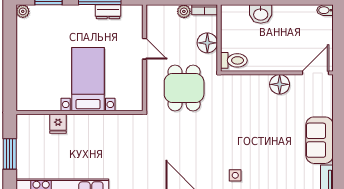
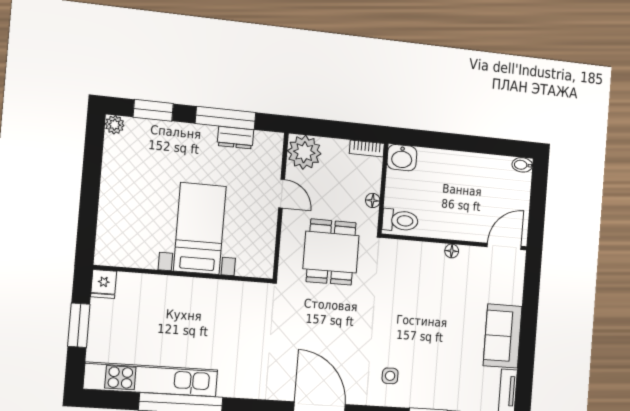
plant: (184, 11) -> (304, 152), moved, width x1.87, depth x1.87
washbasin: (261, 14) -> (402, 158), moved
floor lamp: (207, 43) -> (373, 200), width x0.53, depth x0.53
floor lamp: (280, 84) -> (452, 251), width x0.53, depth x0.53
fridge: (58, 124) -> (104, 284), moved

